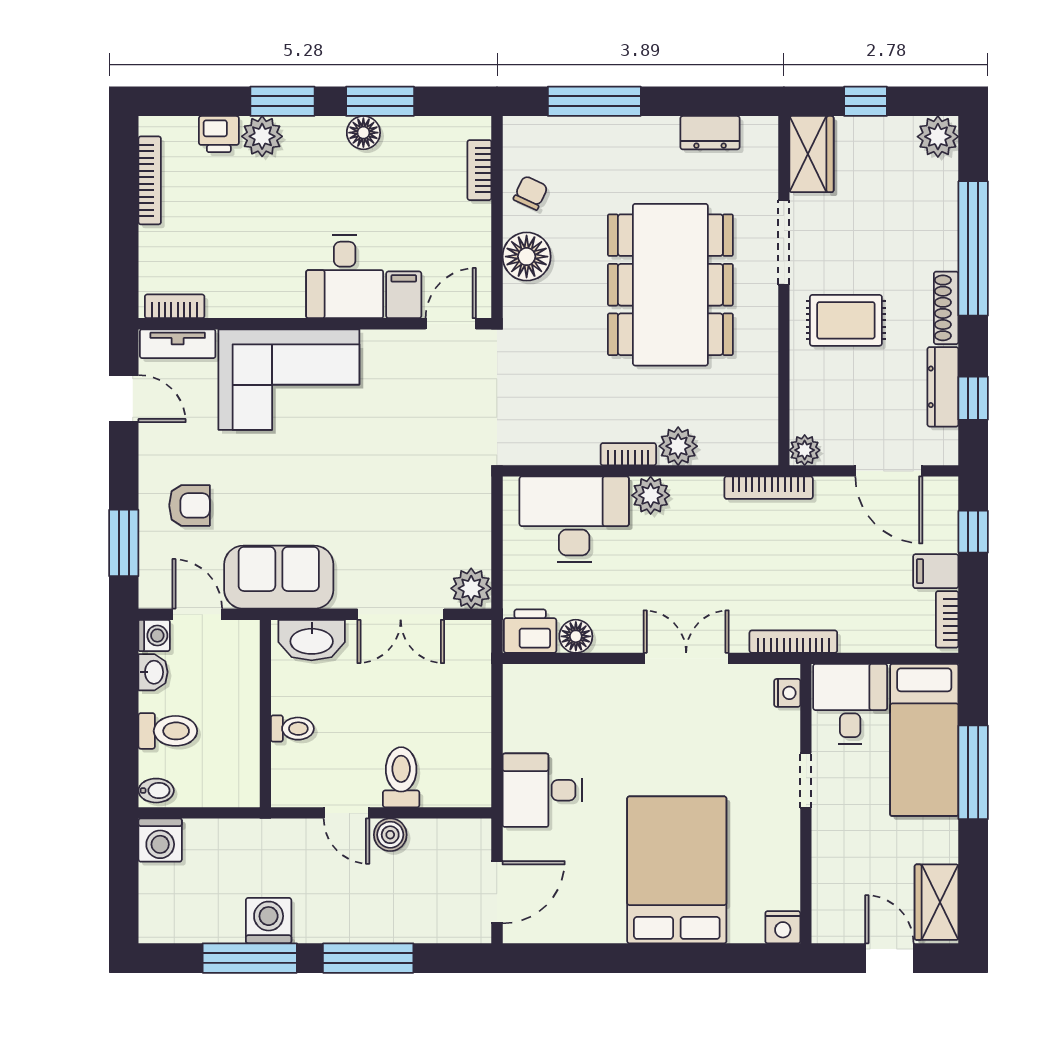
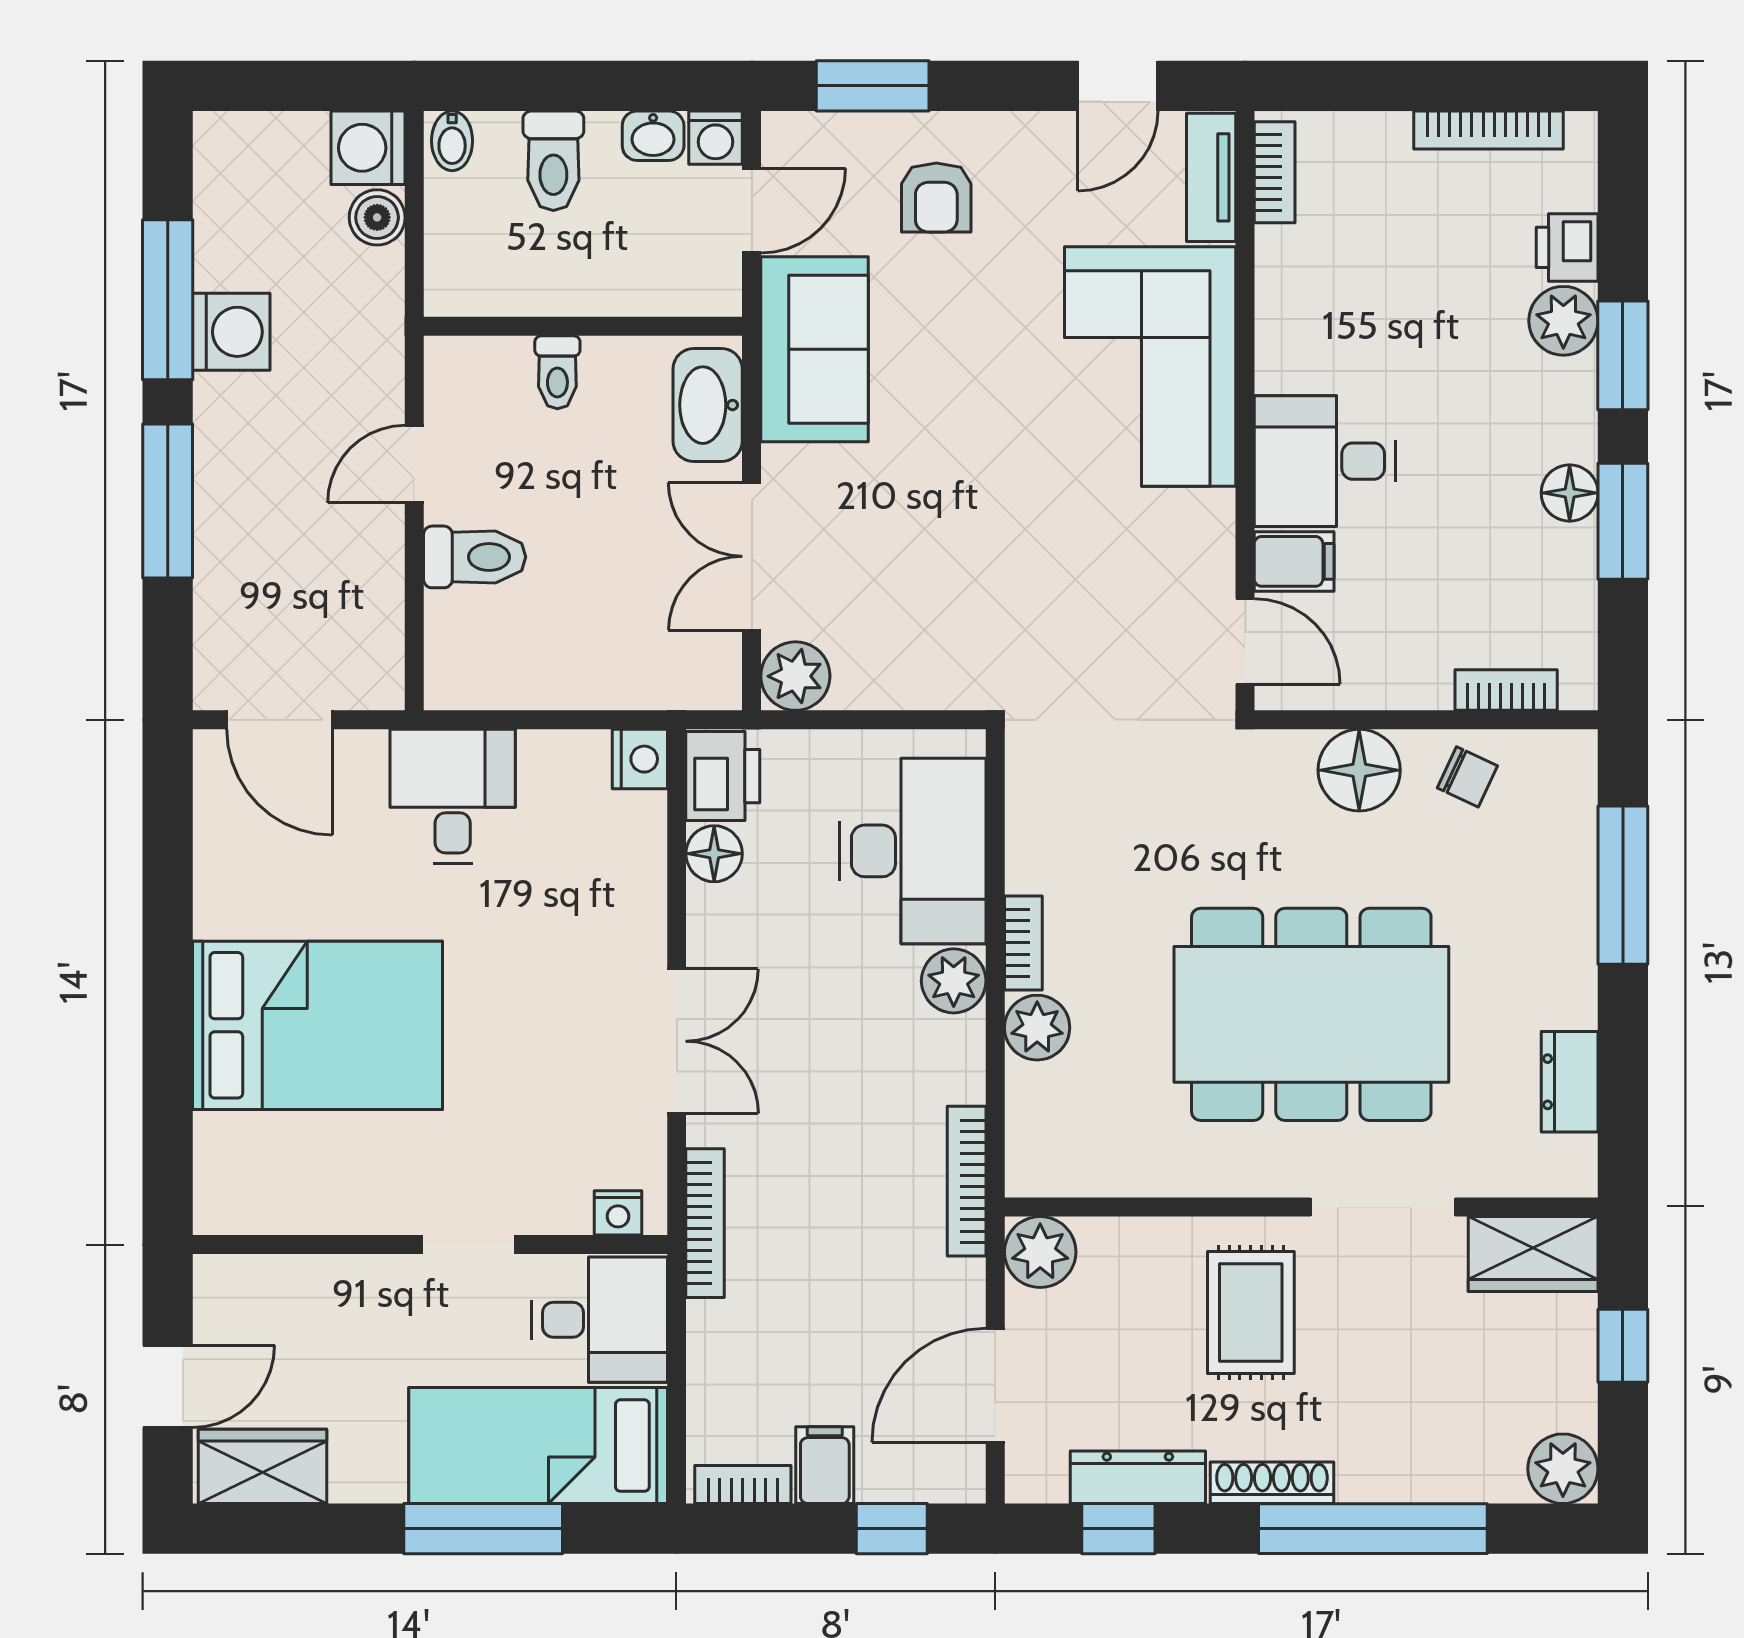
plant: (805, 450) -> (1040, 1252), width x1.38, depth x1.38
boiler: (390, 835) -> (377, 217), moved
nightstand: (783, 927) -> (640, 759), moved, turned 180

